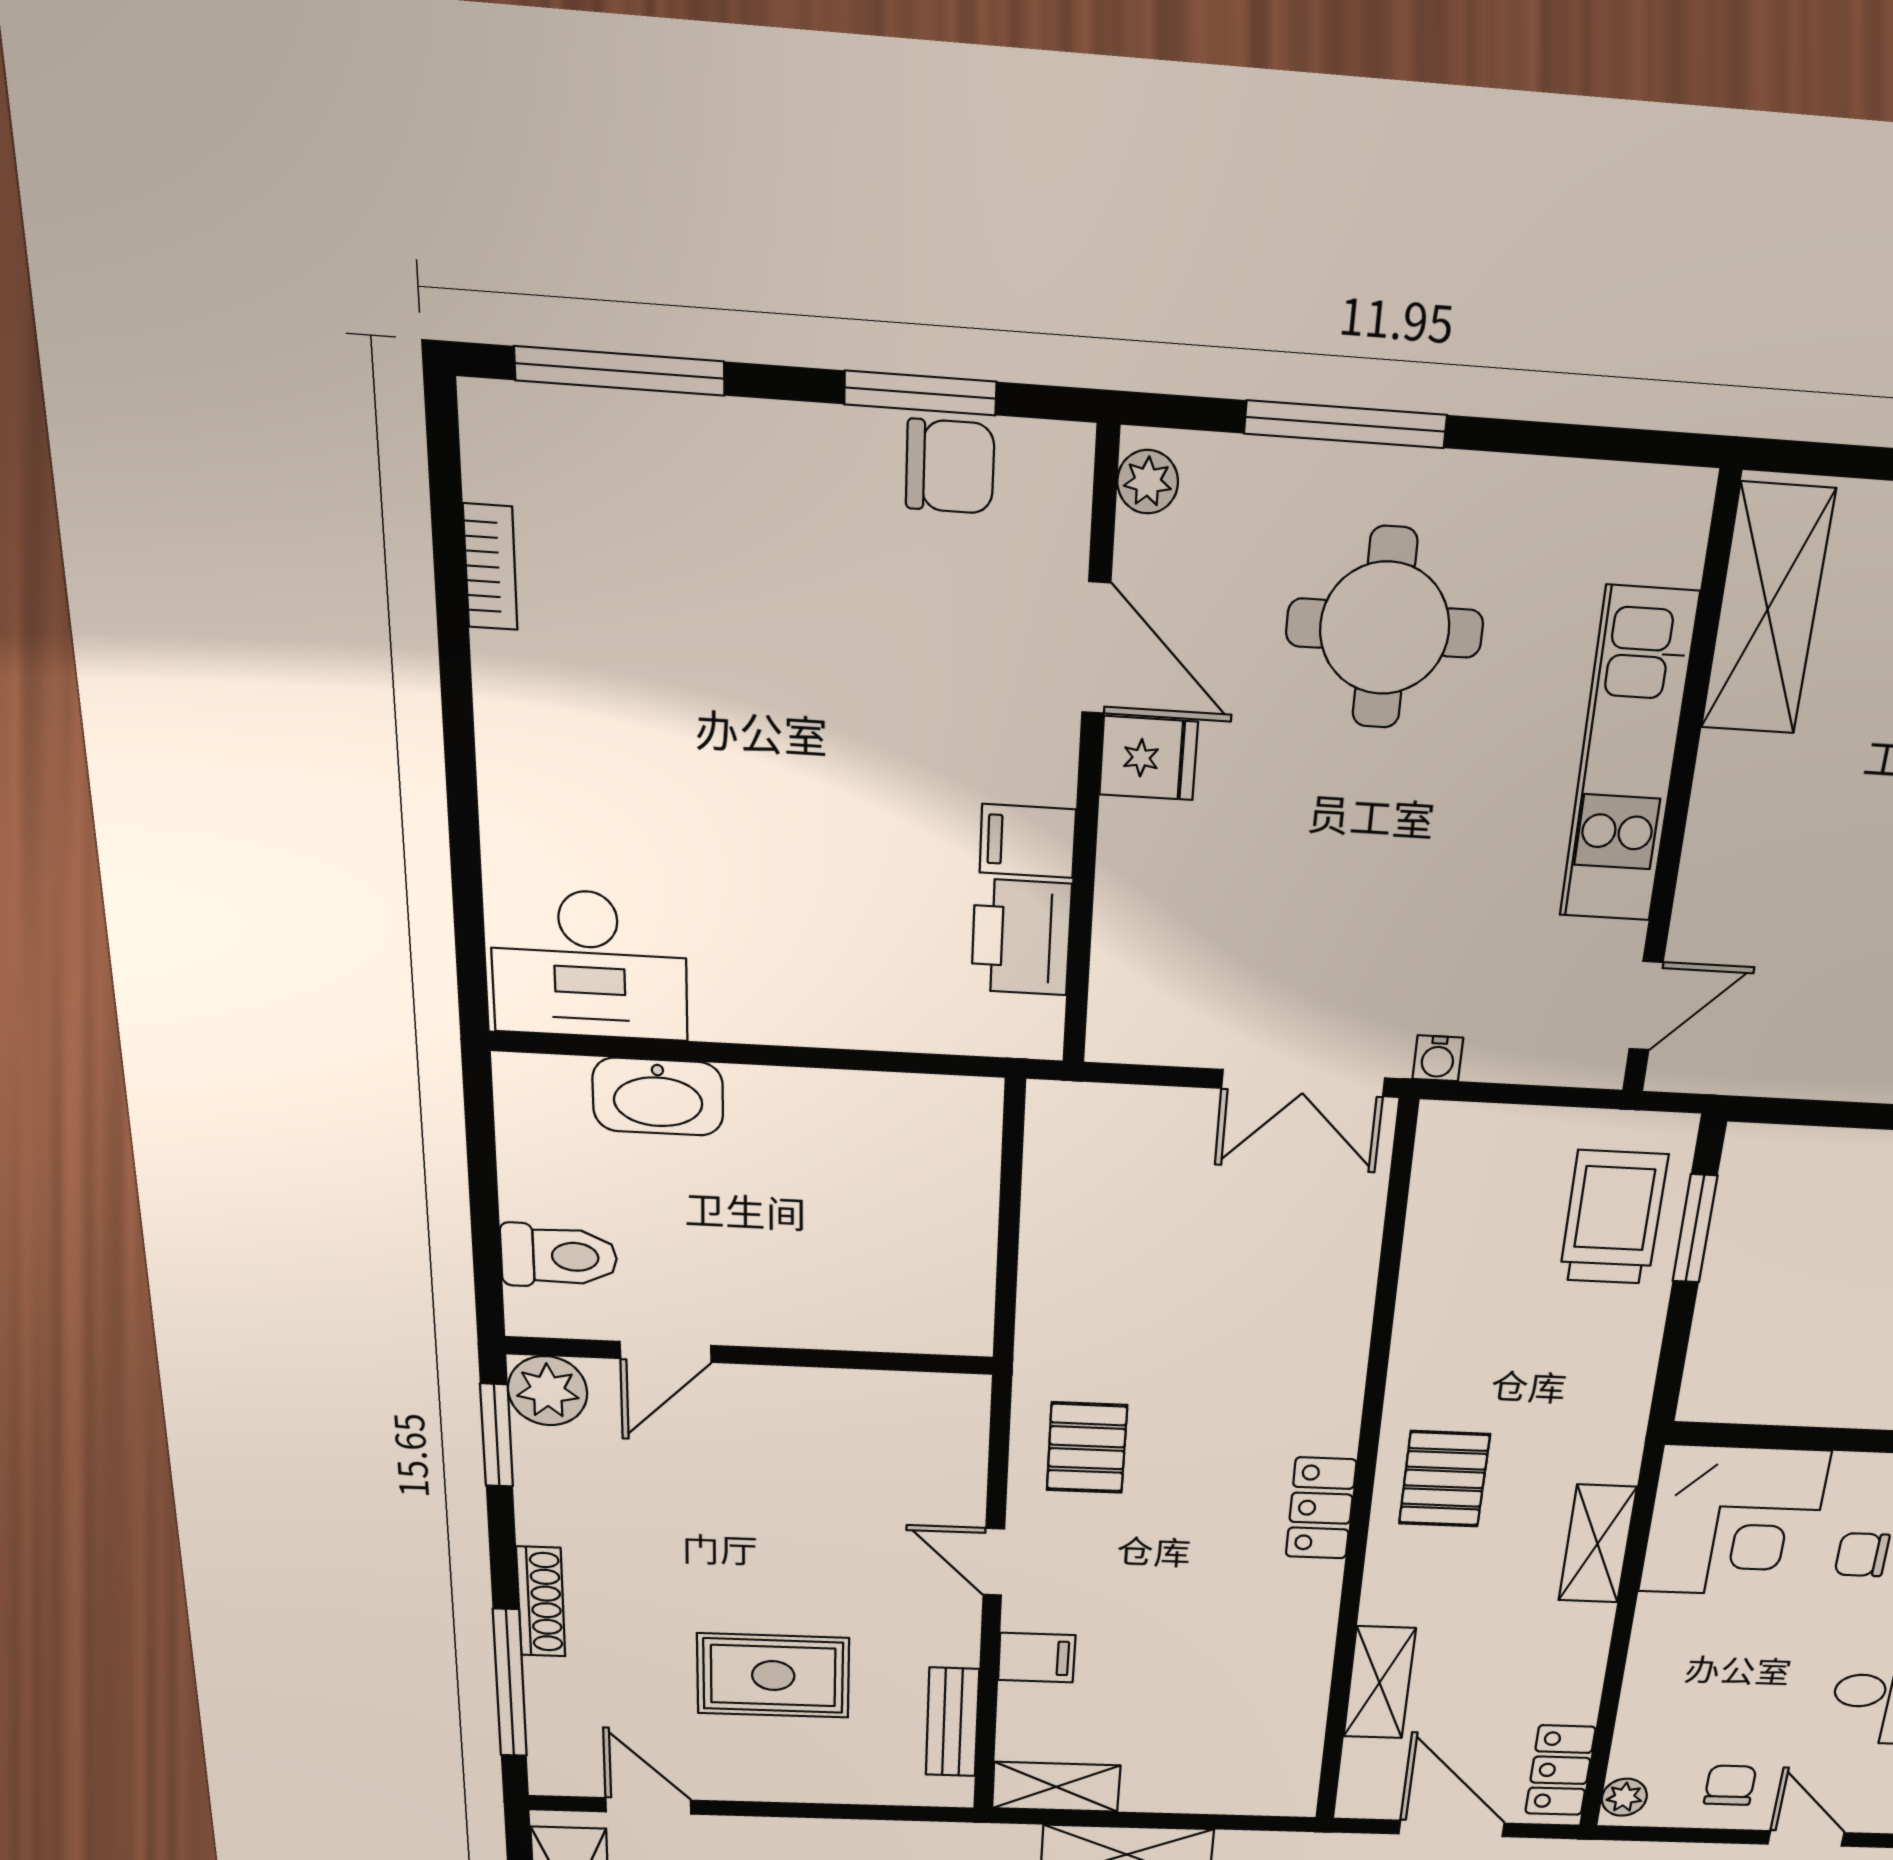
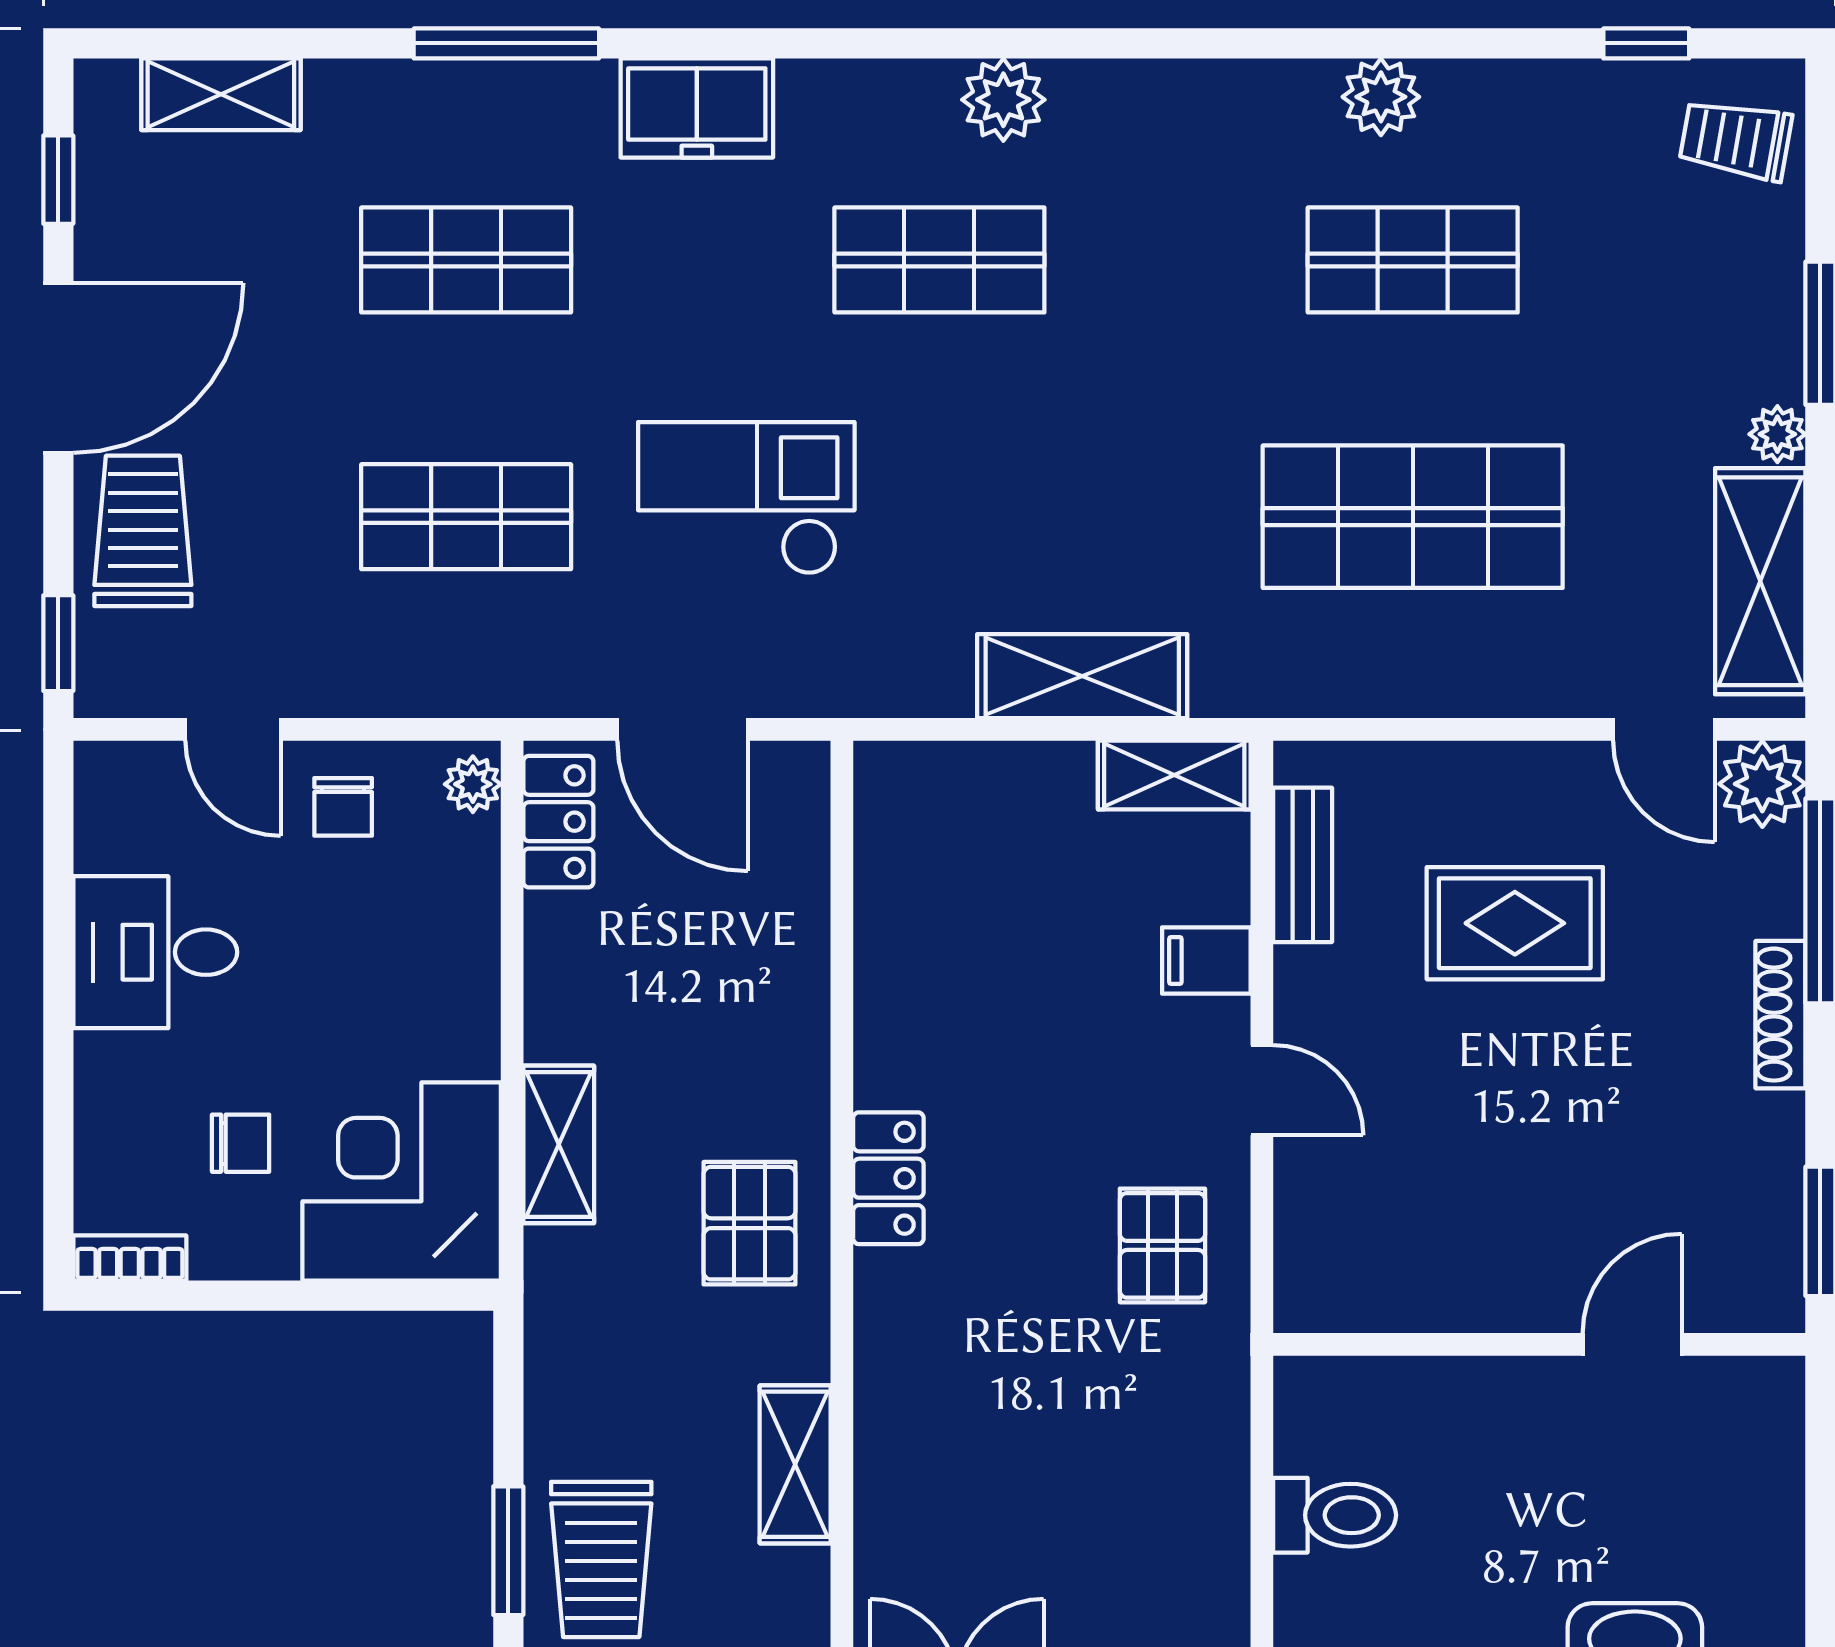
toilet: (559, 1256) -> (1335, 1515), moved, turned 180
plant: (548, 1391) -> (1762, 784), moved
shelving: (1379, 1683) -> (795, 1464), moved

